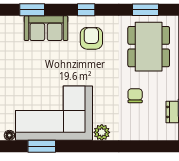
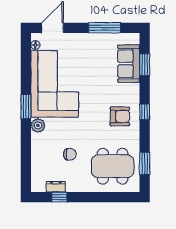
sofa: (46, 28) -> (129, 64), moved
window: (42, 146) -> (26, 107), moved

